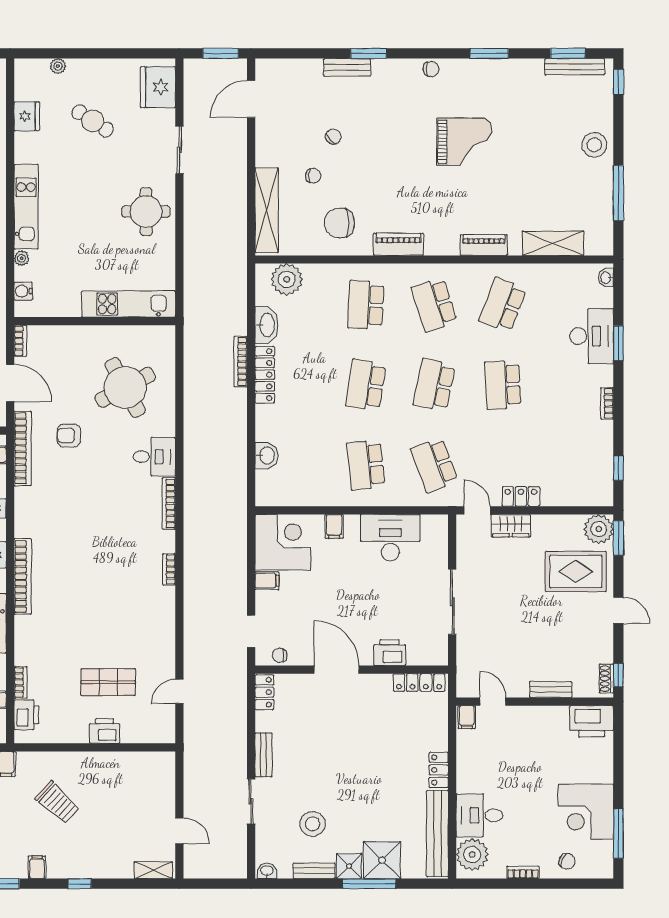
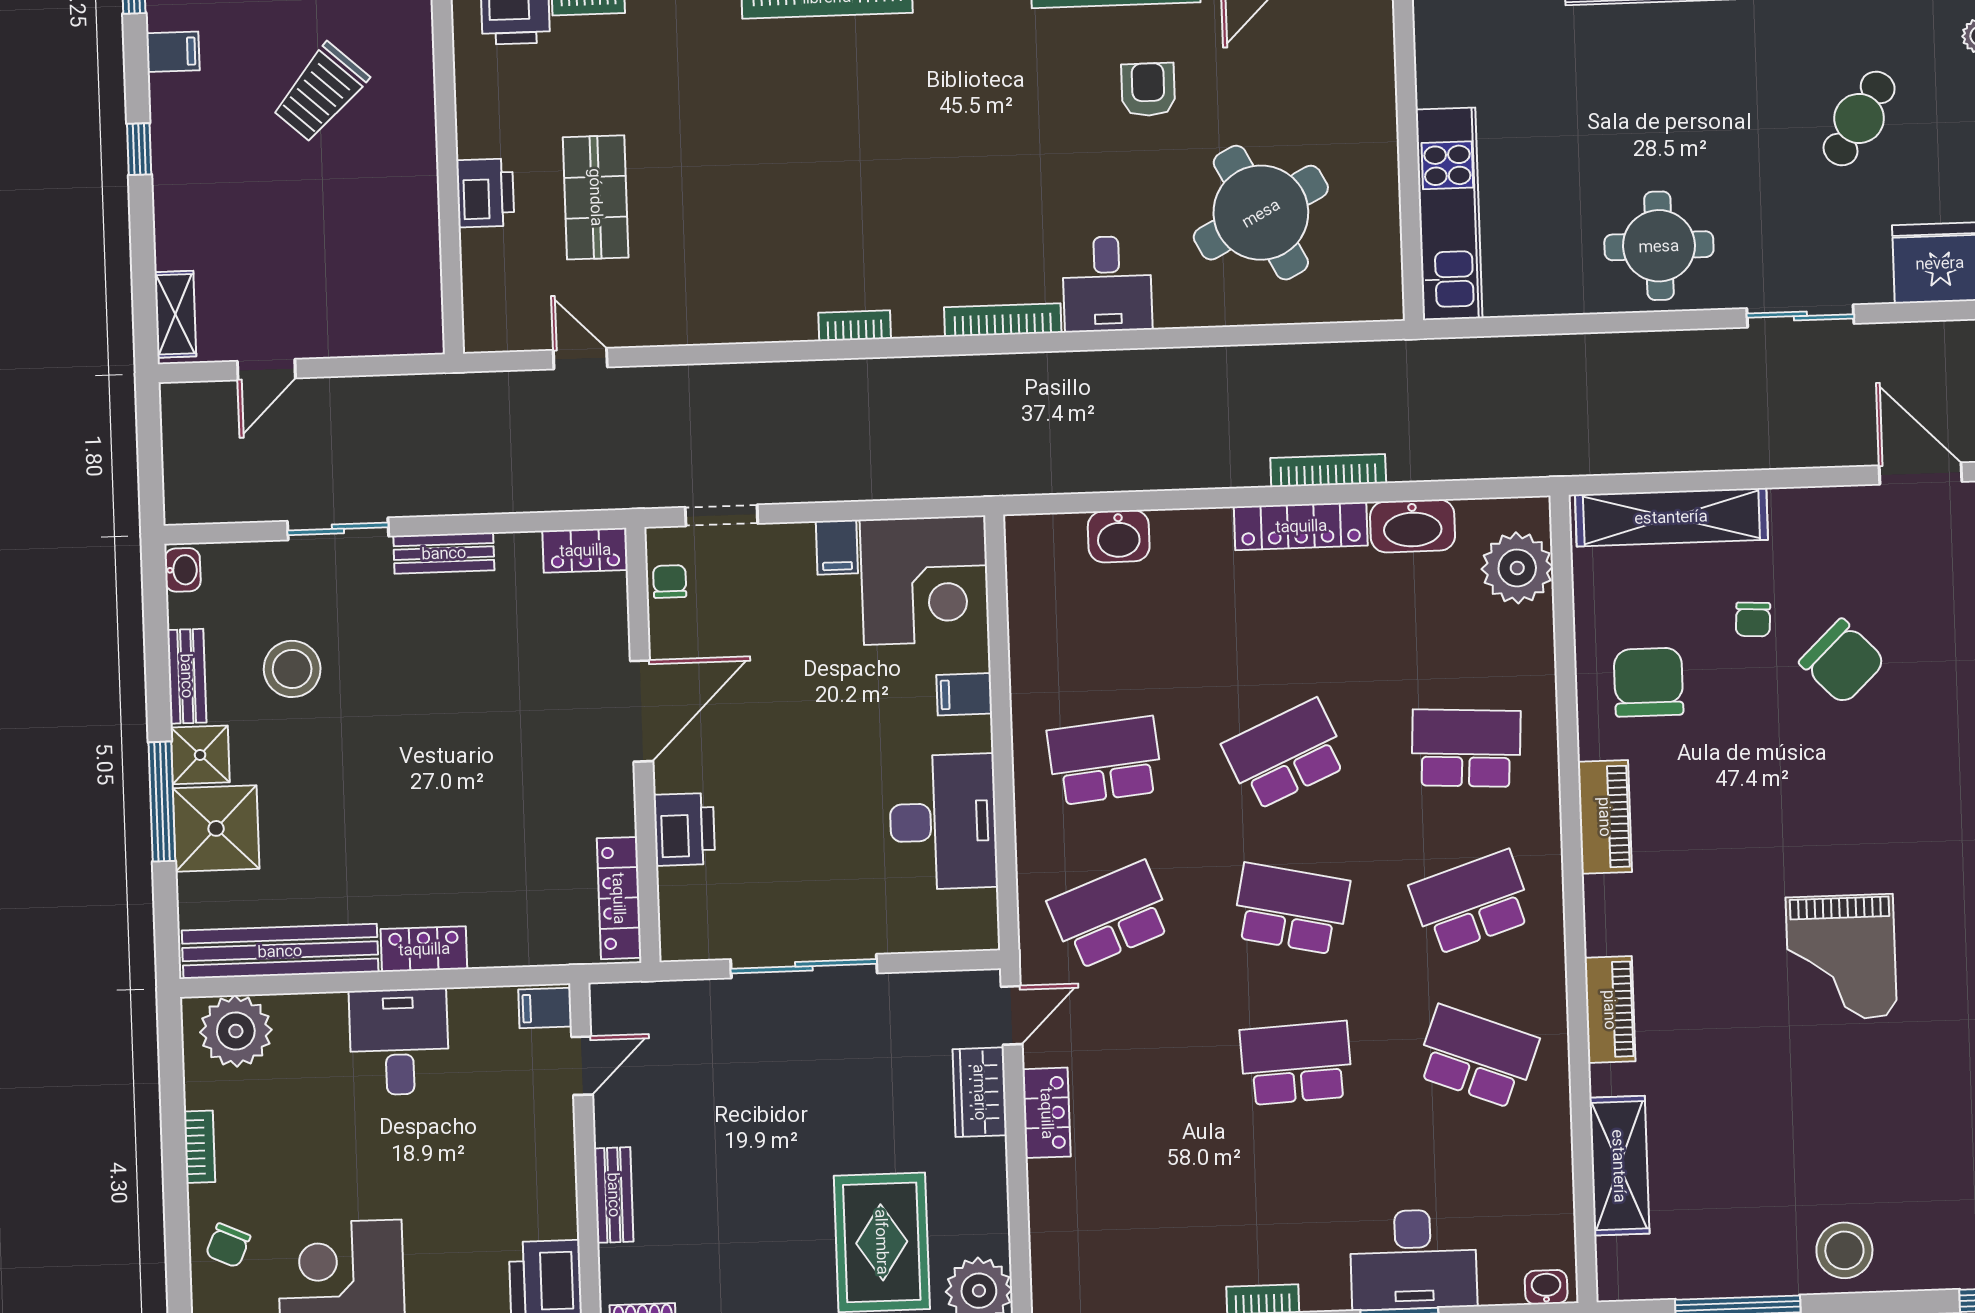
chair: (333, 137) -> (1842, 662), width x1.87, depth x1.87
school desk: (366, 385) -> (1285, 754), turned -33
desk: (479, 815) -> (399, 1042), moved

